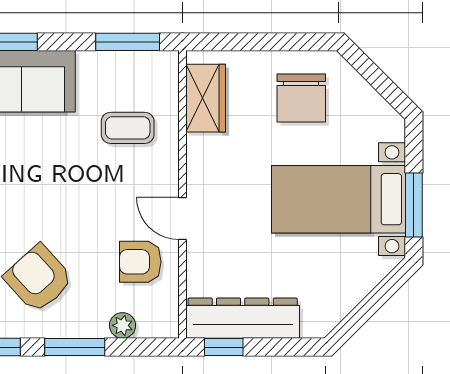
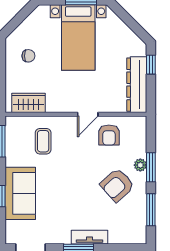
chair: (301, 98) -> (28, 56), width x0.54, depth x0.54
plant: (122, 325) -> (140, 165), moved
window: (224, 347) -> (151, 65), moved

